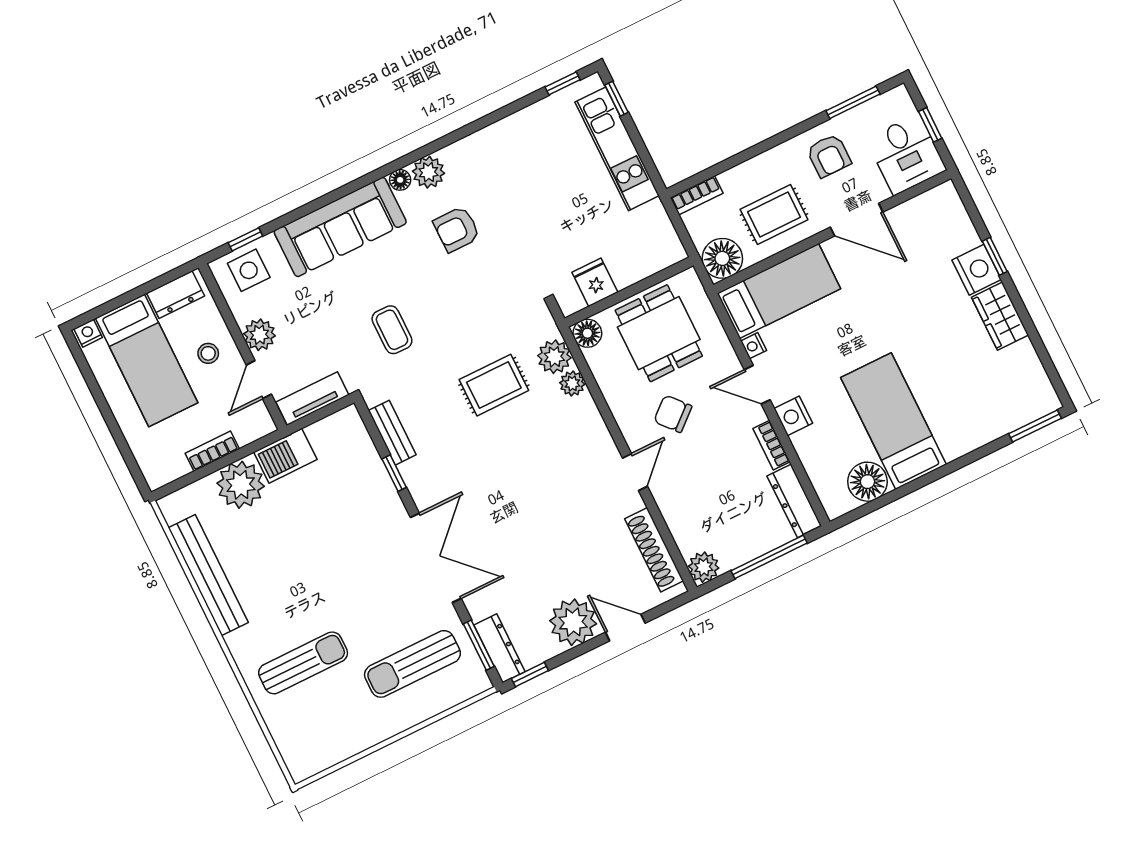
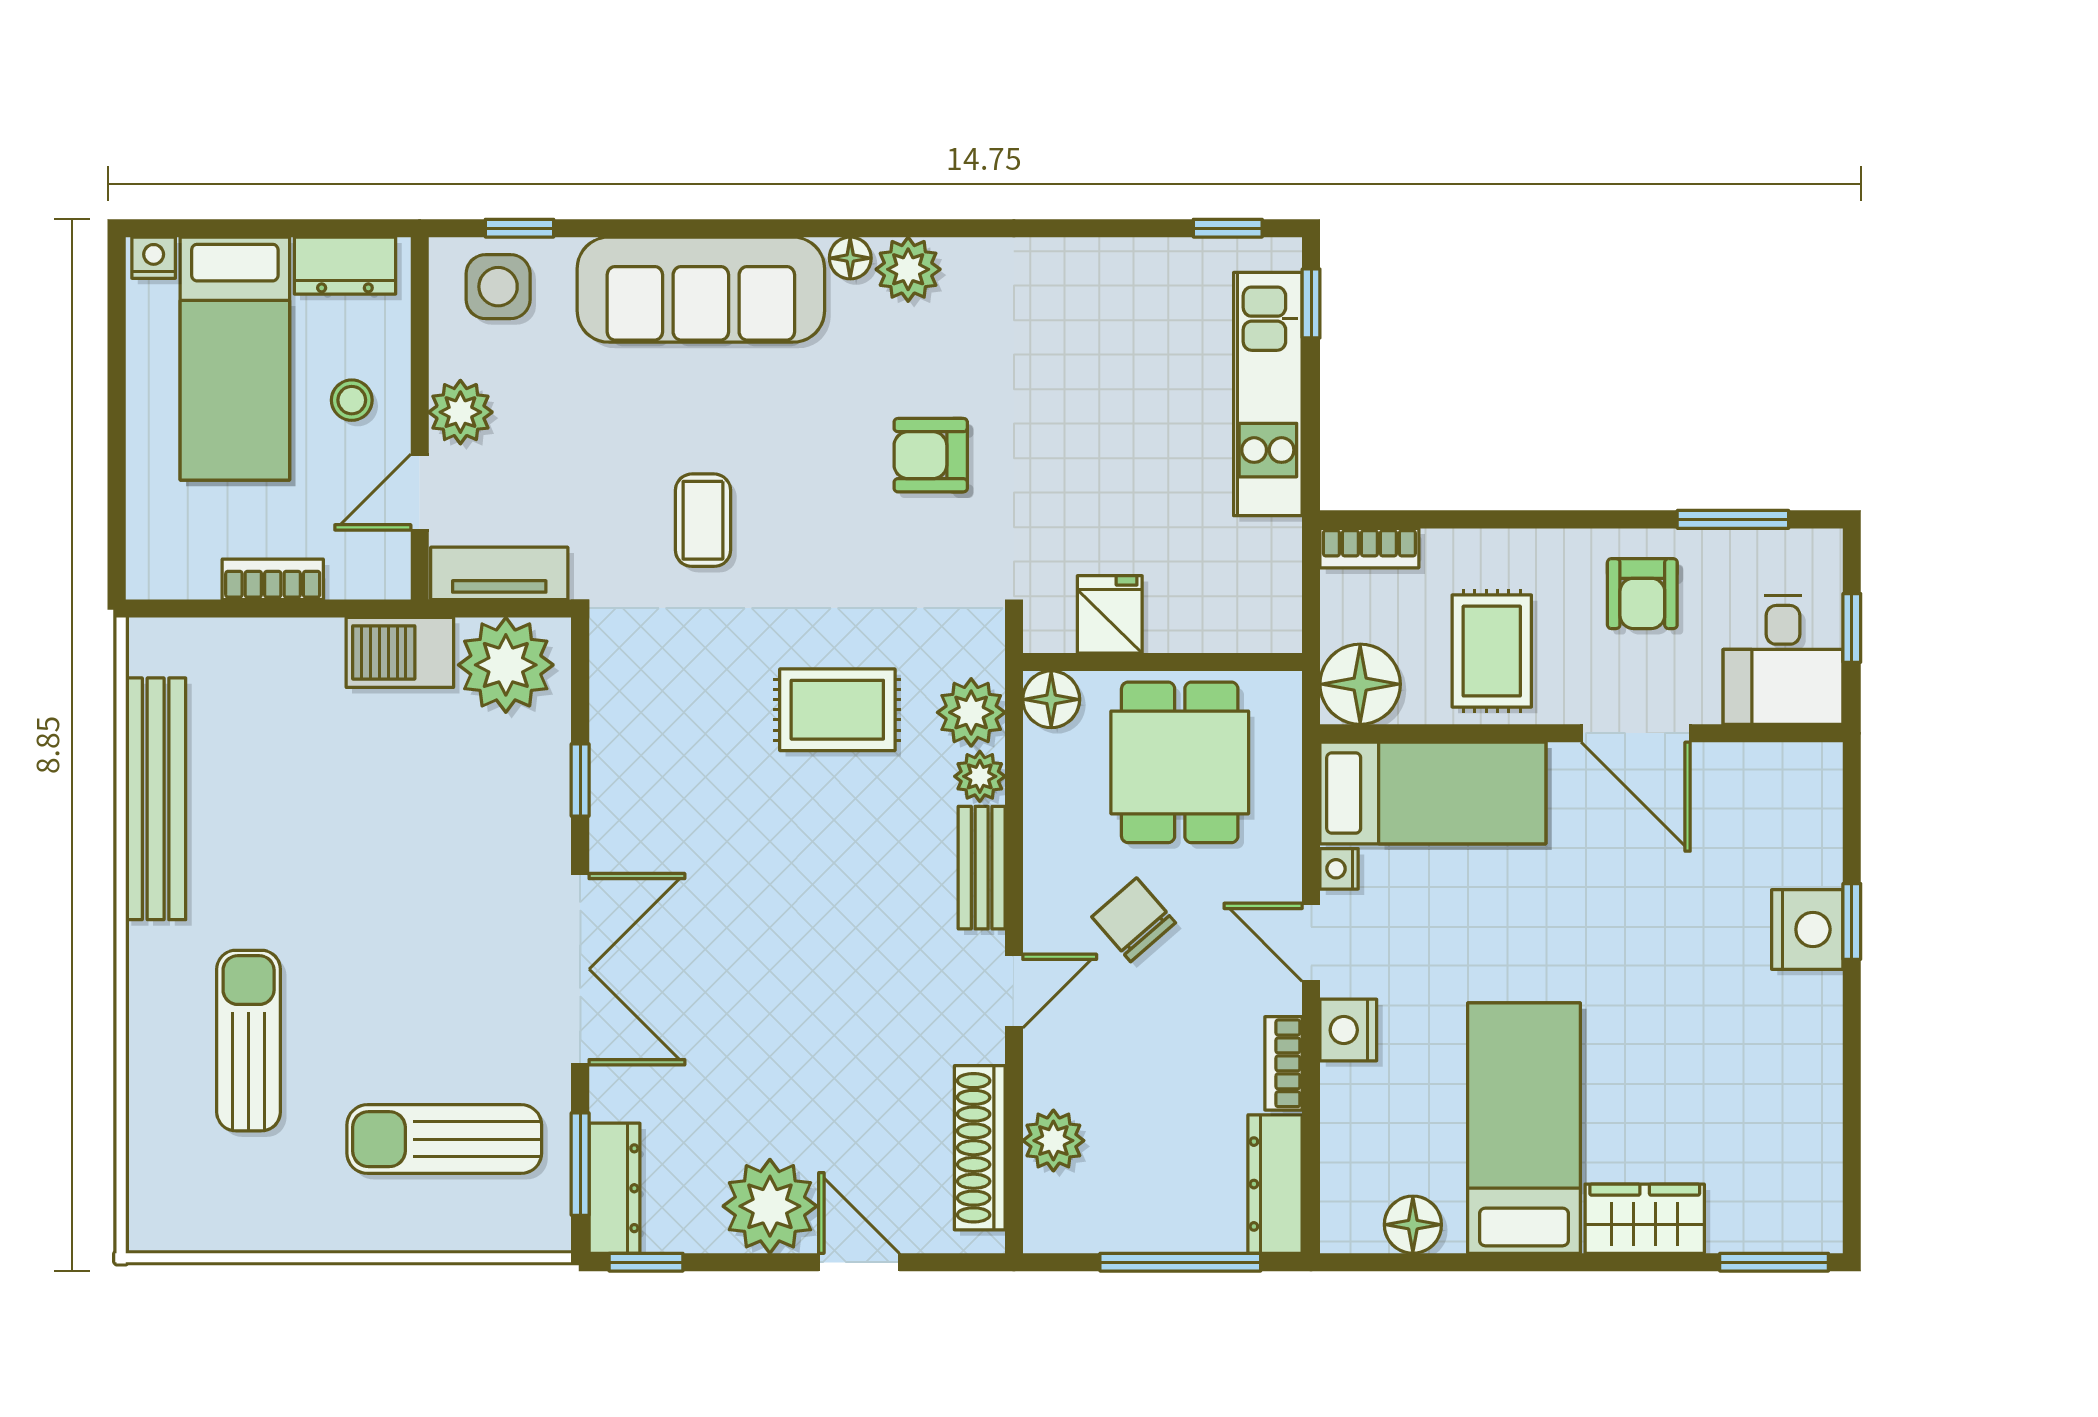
rug: (774, 215) -> (1492, 651), turned 90
armchair: (457, 229) -> (931, 455), moved
wardrobe: (1000, 316) -> (1645, 1219), moved, turned 90
bench: (392, 433) -> (982, 868), moved
floor lamp: (867, 482) -> (1413, 1225), width x0.73, depth x0.73
plant: (241, 485) -> (506, 665), moved
plant: (704, 567) -> (1053, 1141), moved
sun lounger: (303, 663) -> (249, 1041), turned -90

